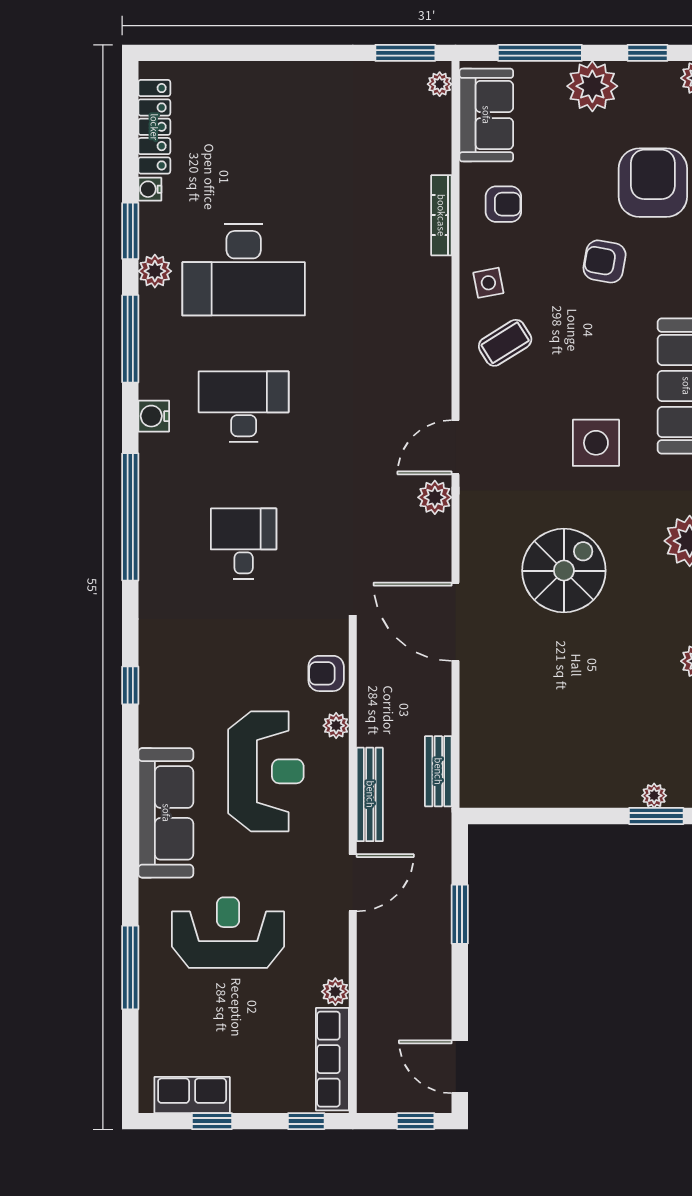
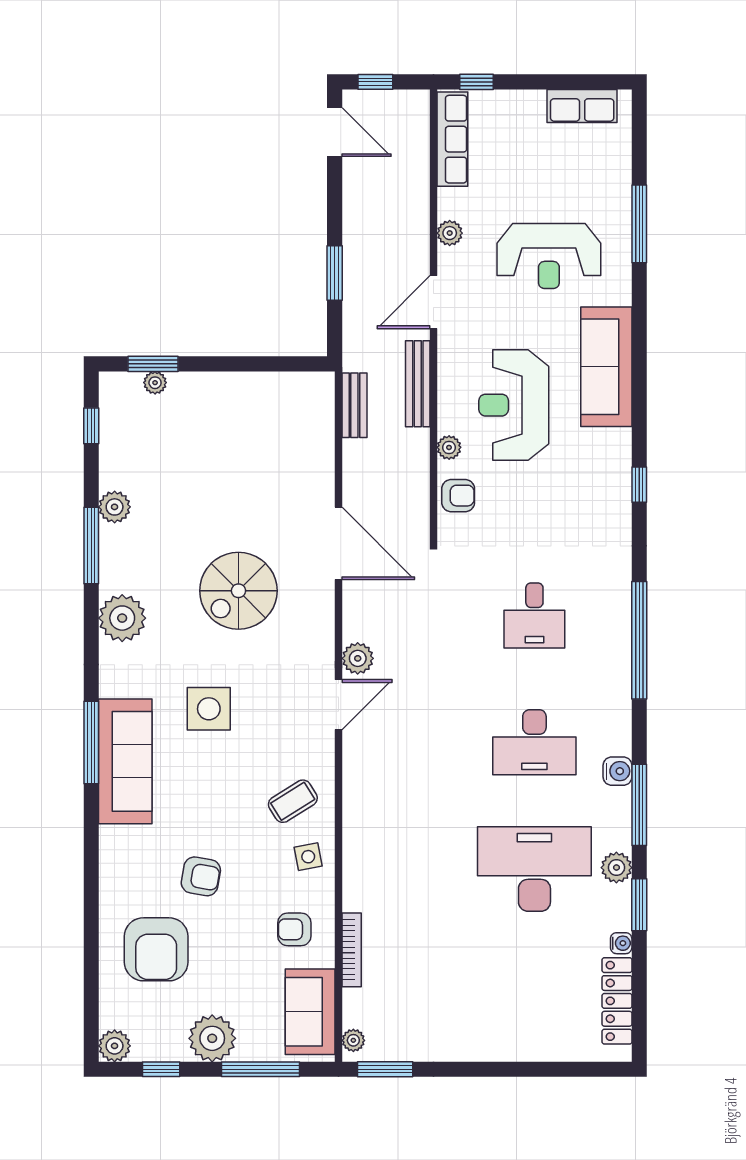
bookcase: (441, 215) -> (352, 950), moved
water cooler: (154, 416) -> (618, 771), moved
plant: (335, 992) -> (450, 233), moved
window: (212, 1121) -> (564, 82), removed

